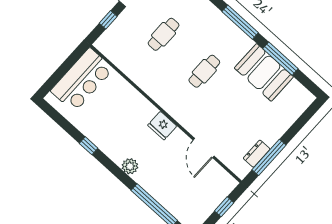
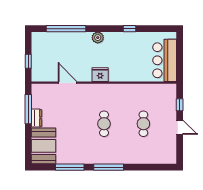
booth: (264, 72) -> (44, 146), moved, turned 90
dresser: (257, 154) -> (37, 118), moved

